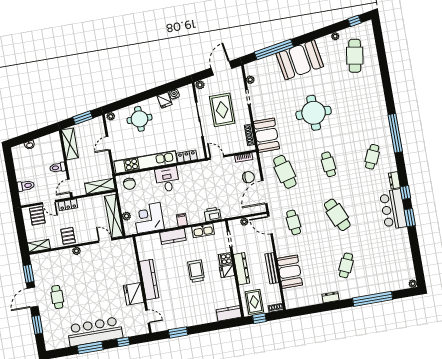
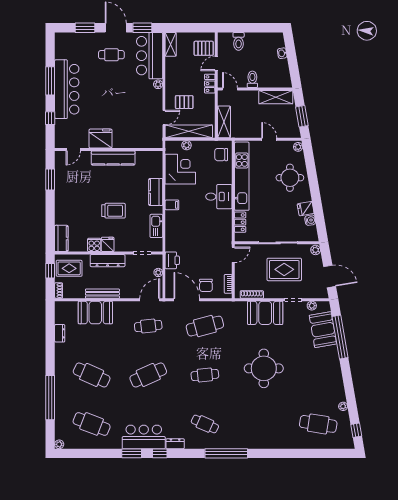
booth: (300, 60) -> (323, 330), moved, width x0.73, depth x0.70
booth: (266, 135) -> (265, 313), moved
printer: (213, 214) -> (172, 260), moved
pallet: (68, 236) -> (184, 102), moved
cafe table: (390, 258) -> (92, 424), added
cooker: (225, 259) -> (94, 245), moved
bar counter: (52, 263) -> (150, 56), added
cafe table: (346, 265) -> (92, 375), width x1.37, depth x1.35
dresser: (331, 297) -> (60, 333), moved

